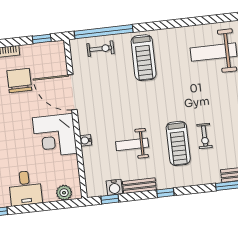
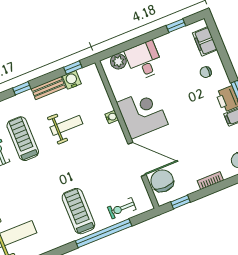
window: (104, 32) -> (104, 233), moved
chair: (19, 80) -> (162, 181), moved, turned 180
desk: (25, 188) -> (144, 60), moved

